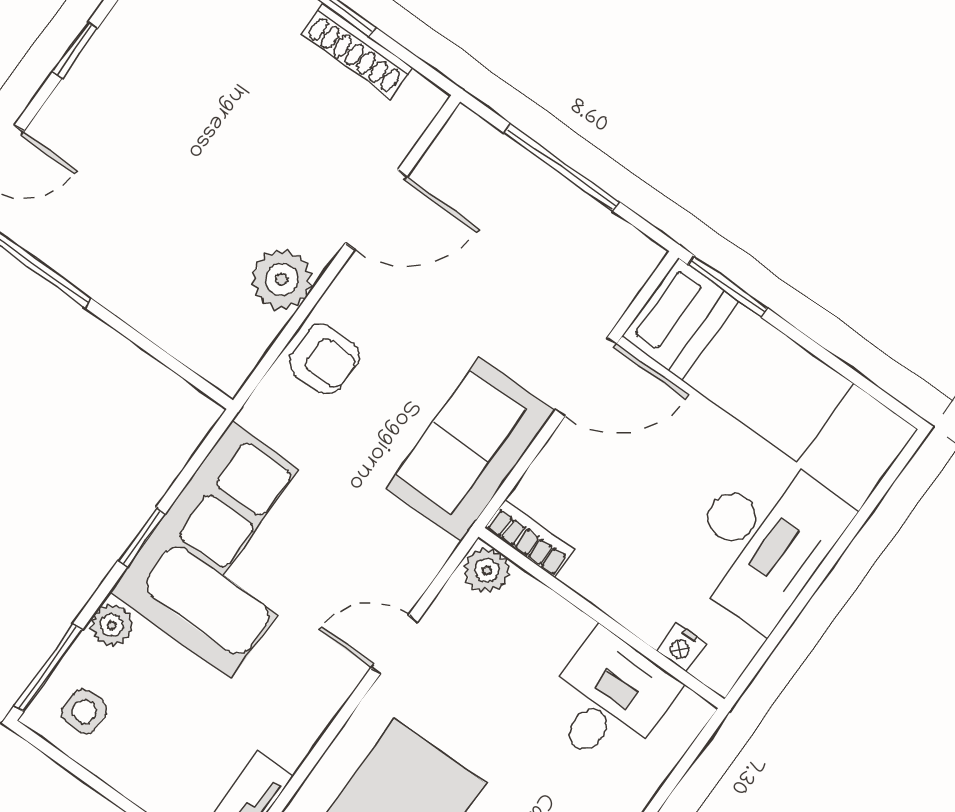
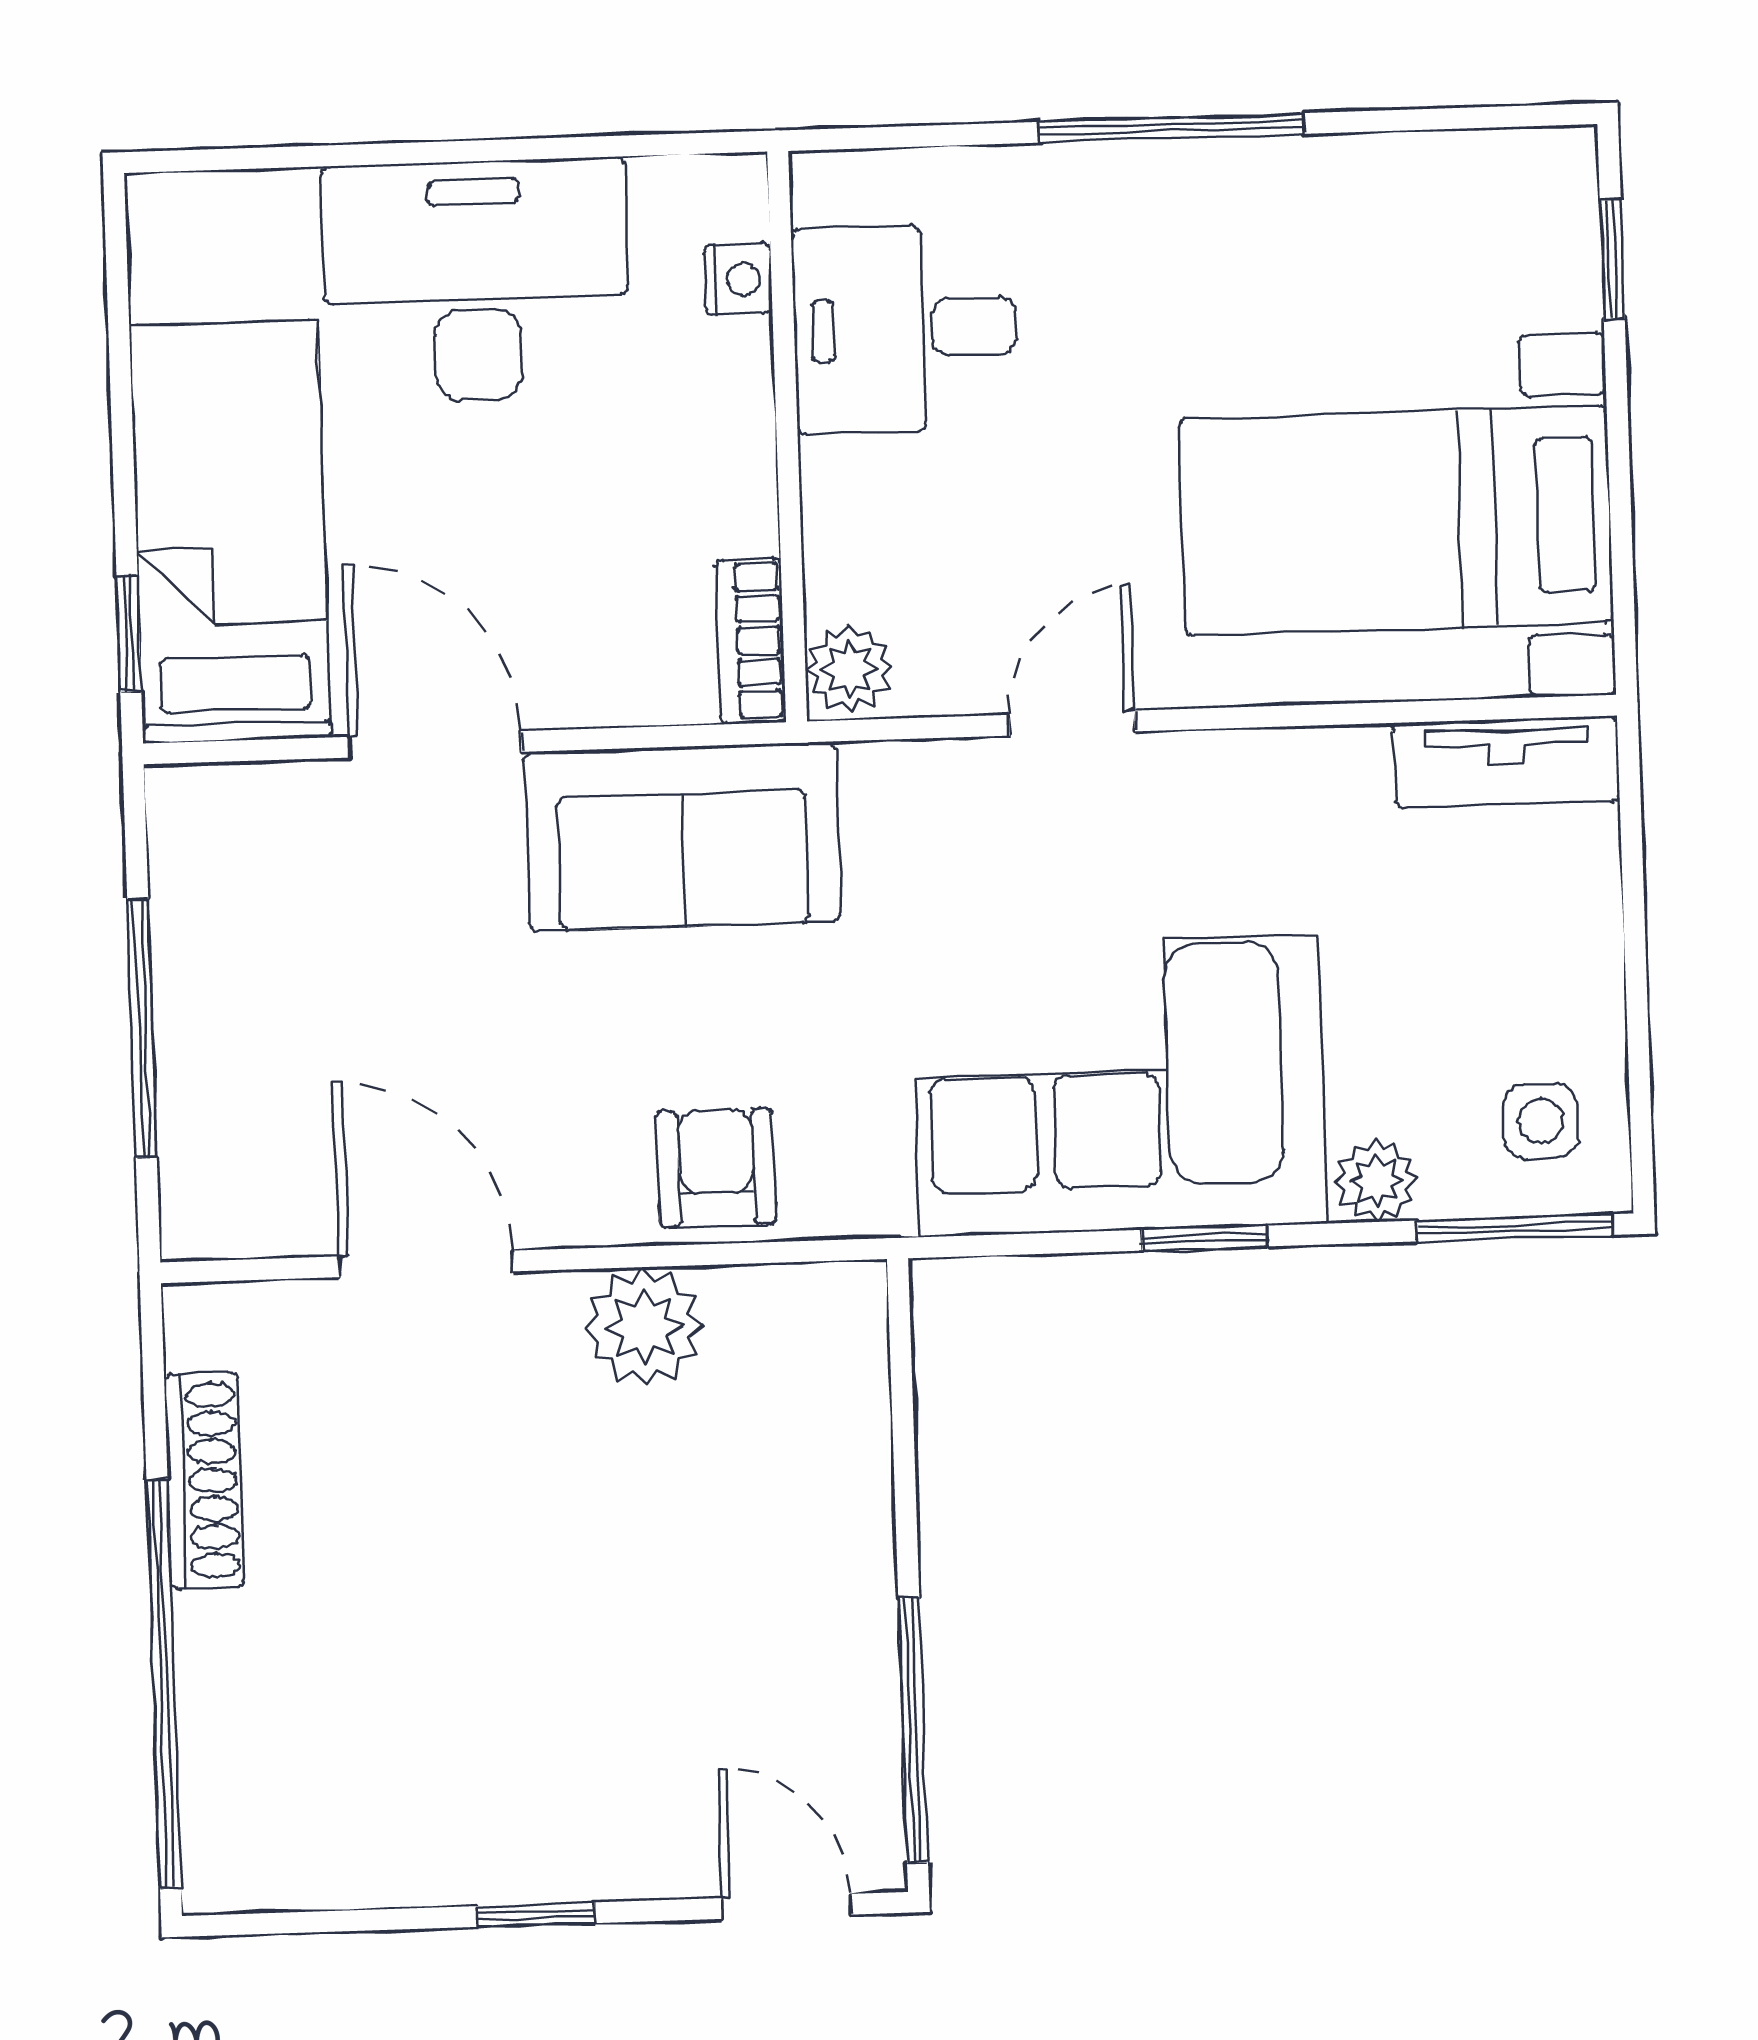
window: (728, 286) -> (129, 634), width x0.67
door: (394, 645) -> (1072, 723), swing flipped

